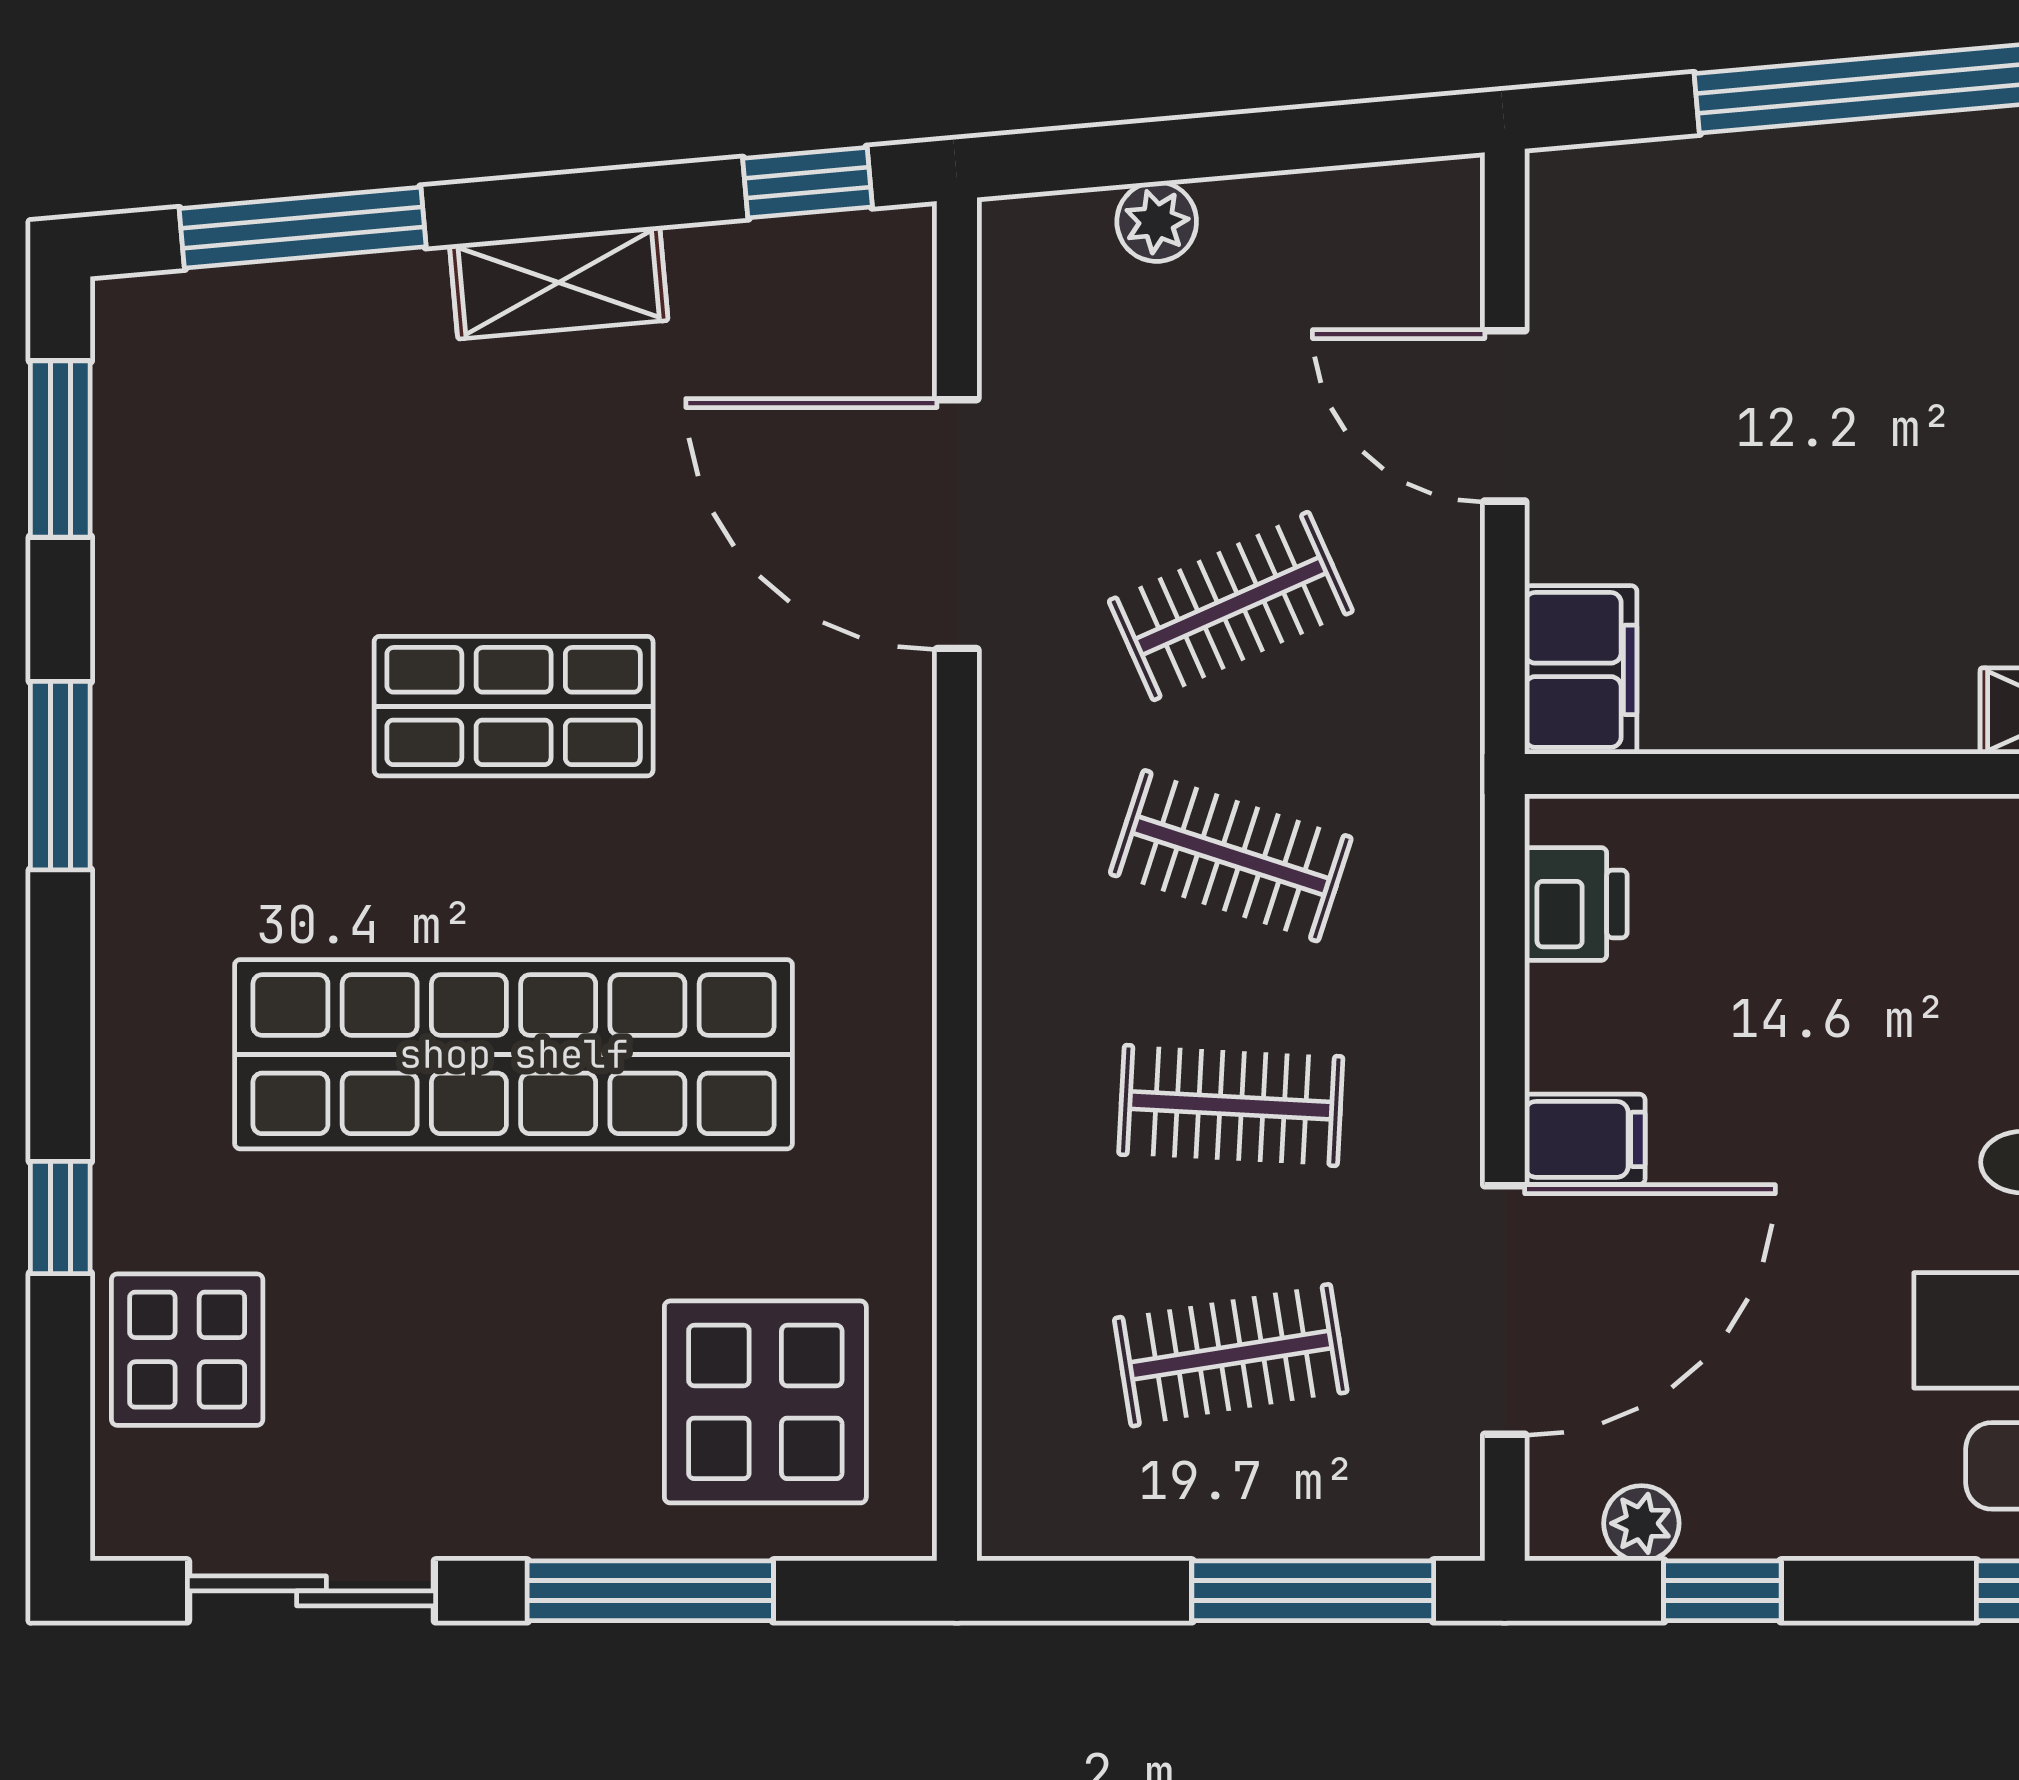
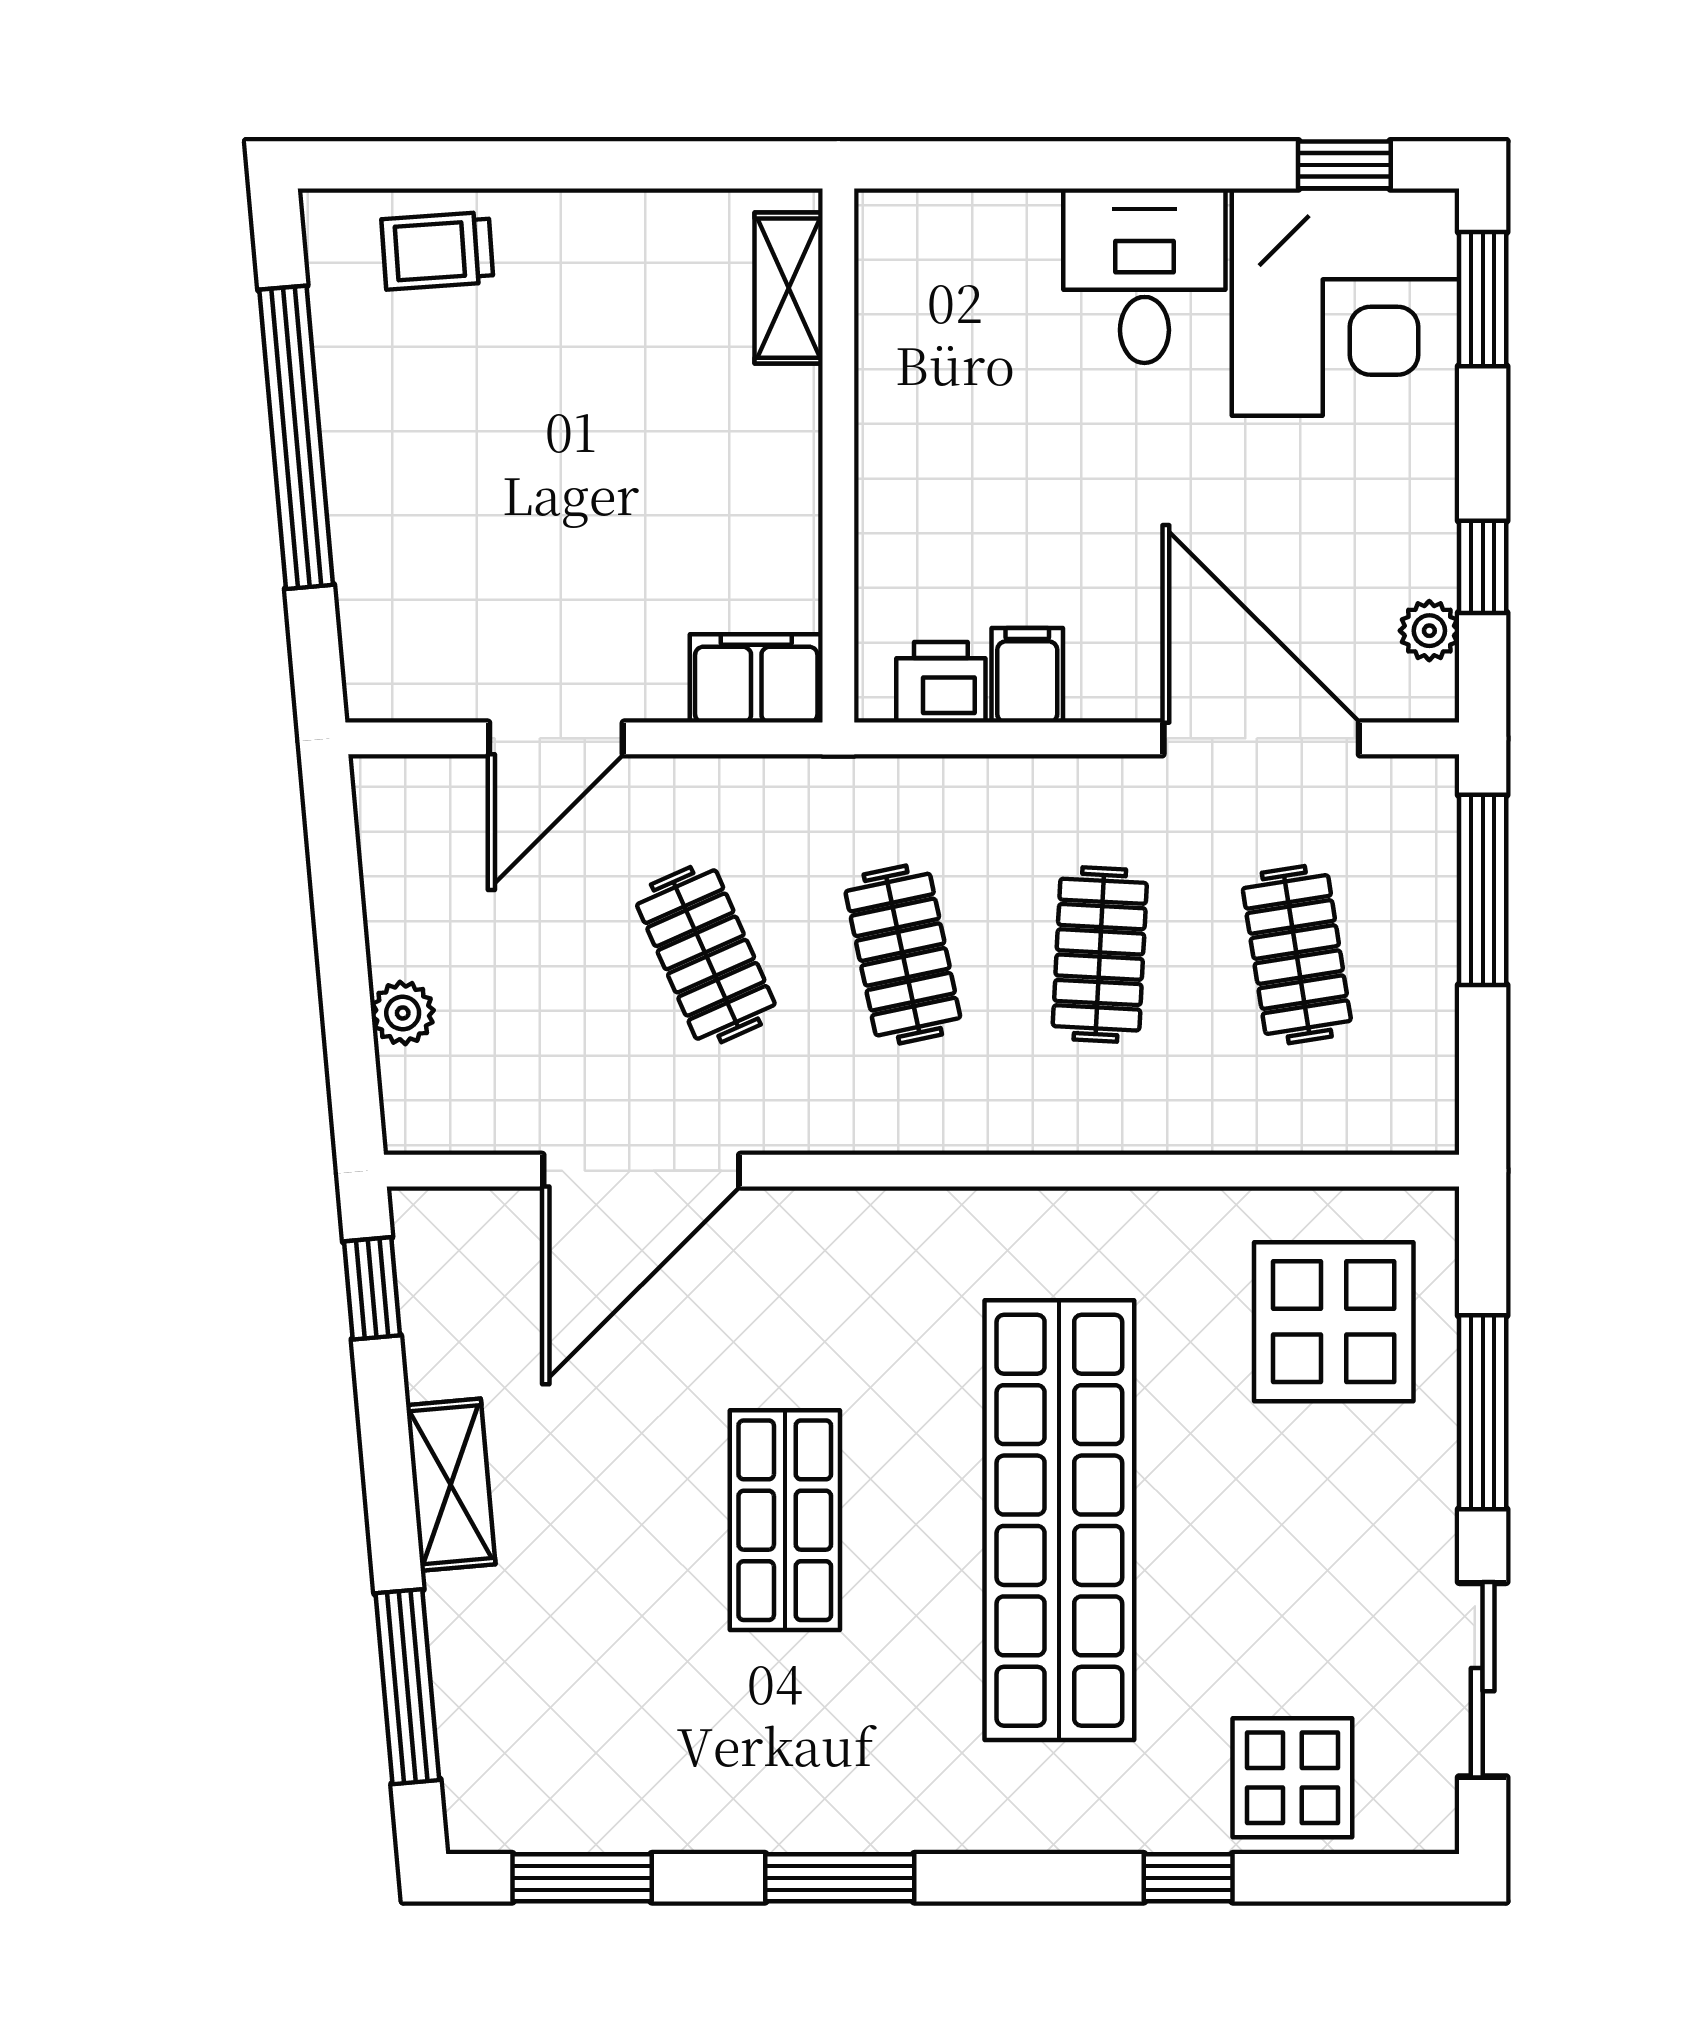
clothes rail: (1231, 856) -> (903, 955), turned -30
filing cabinet: (1585, 1139) -> (1027, 675), moved

